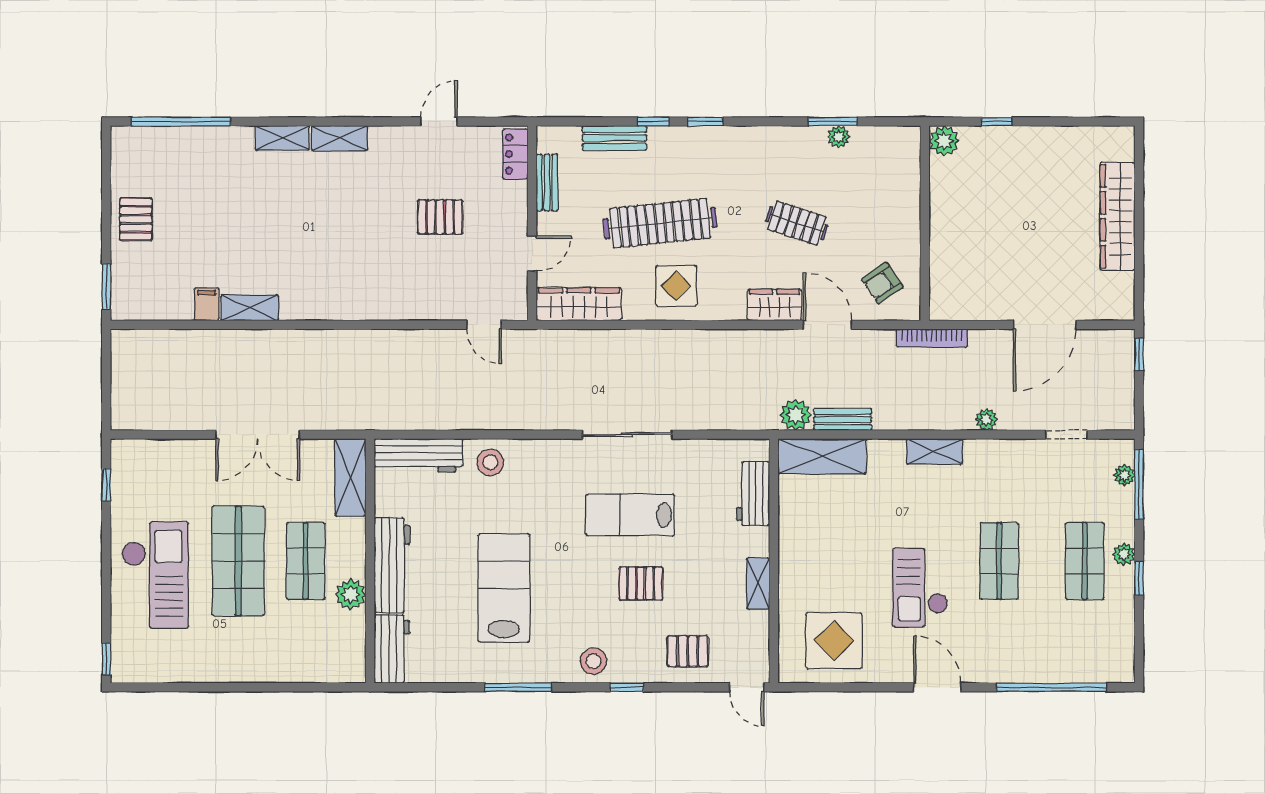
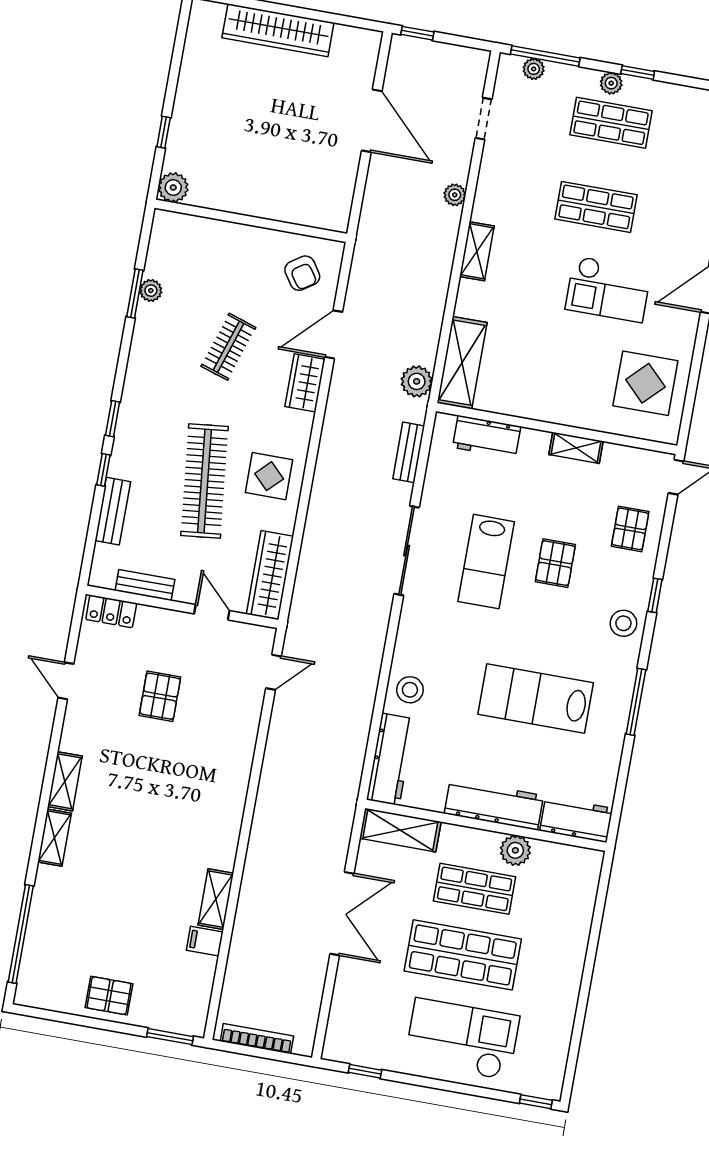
bookcase: (932, 338) -> (257, 1039), moved, turned -90
bench: (843, 419) -> (409, 452), moved

